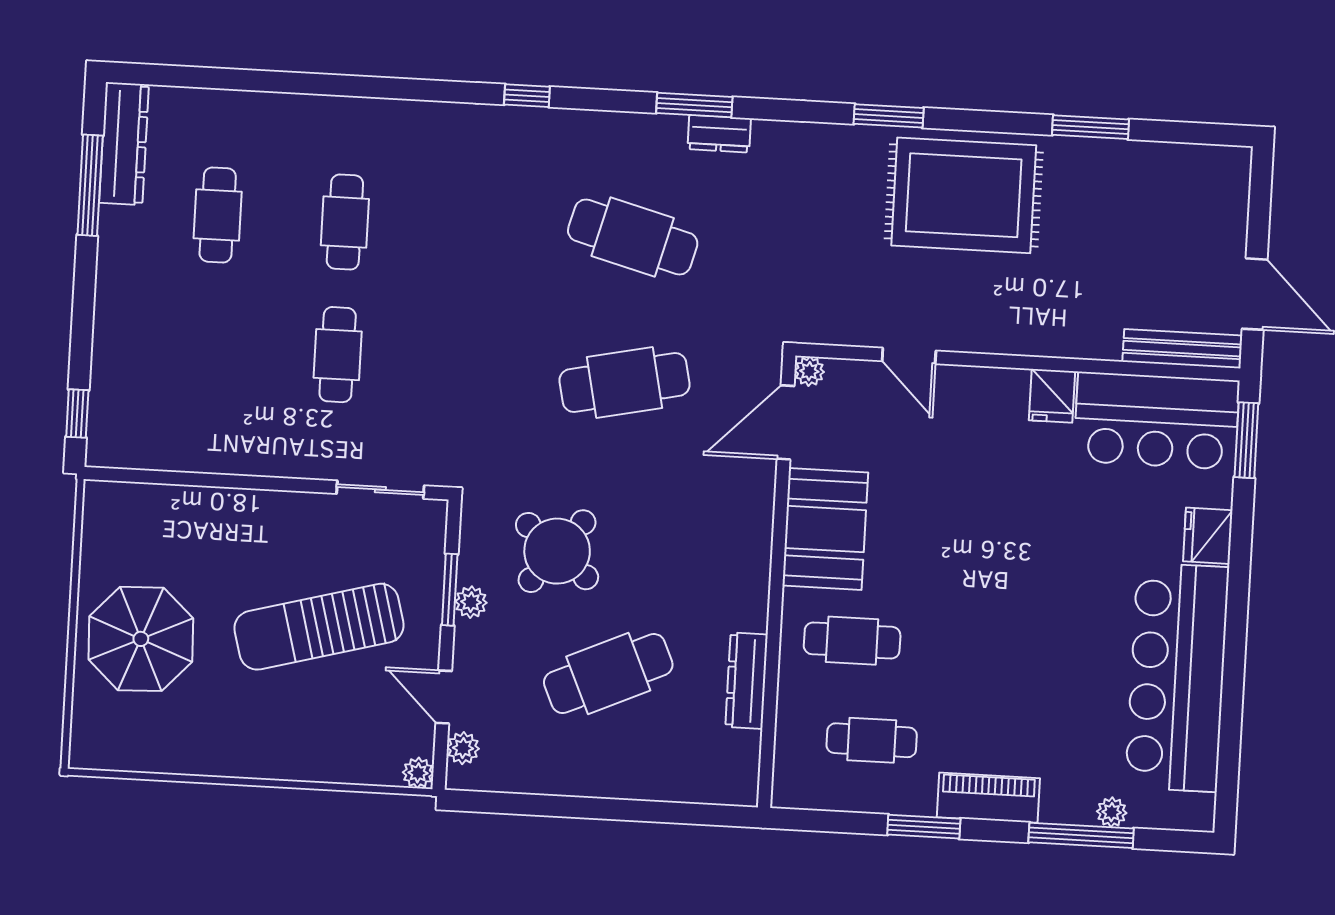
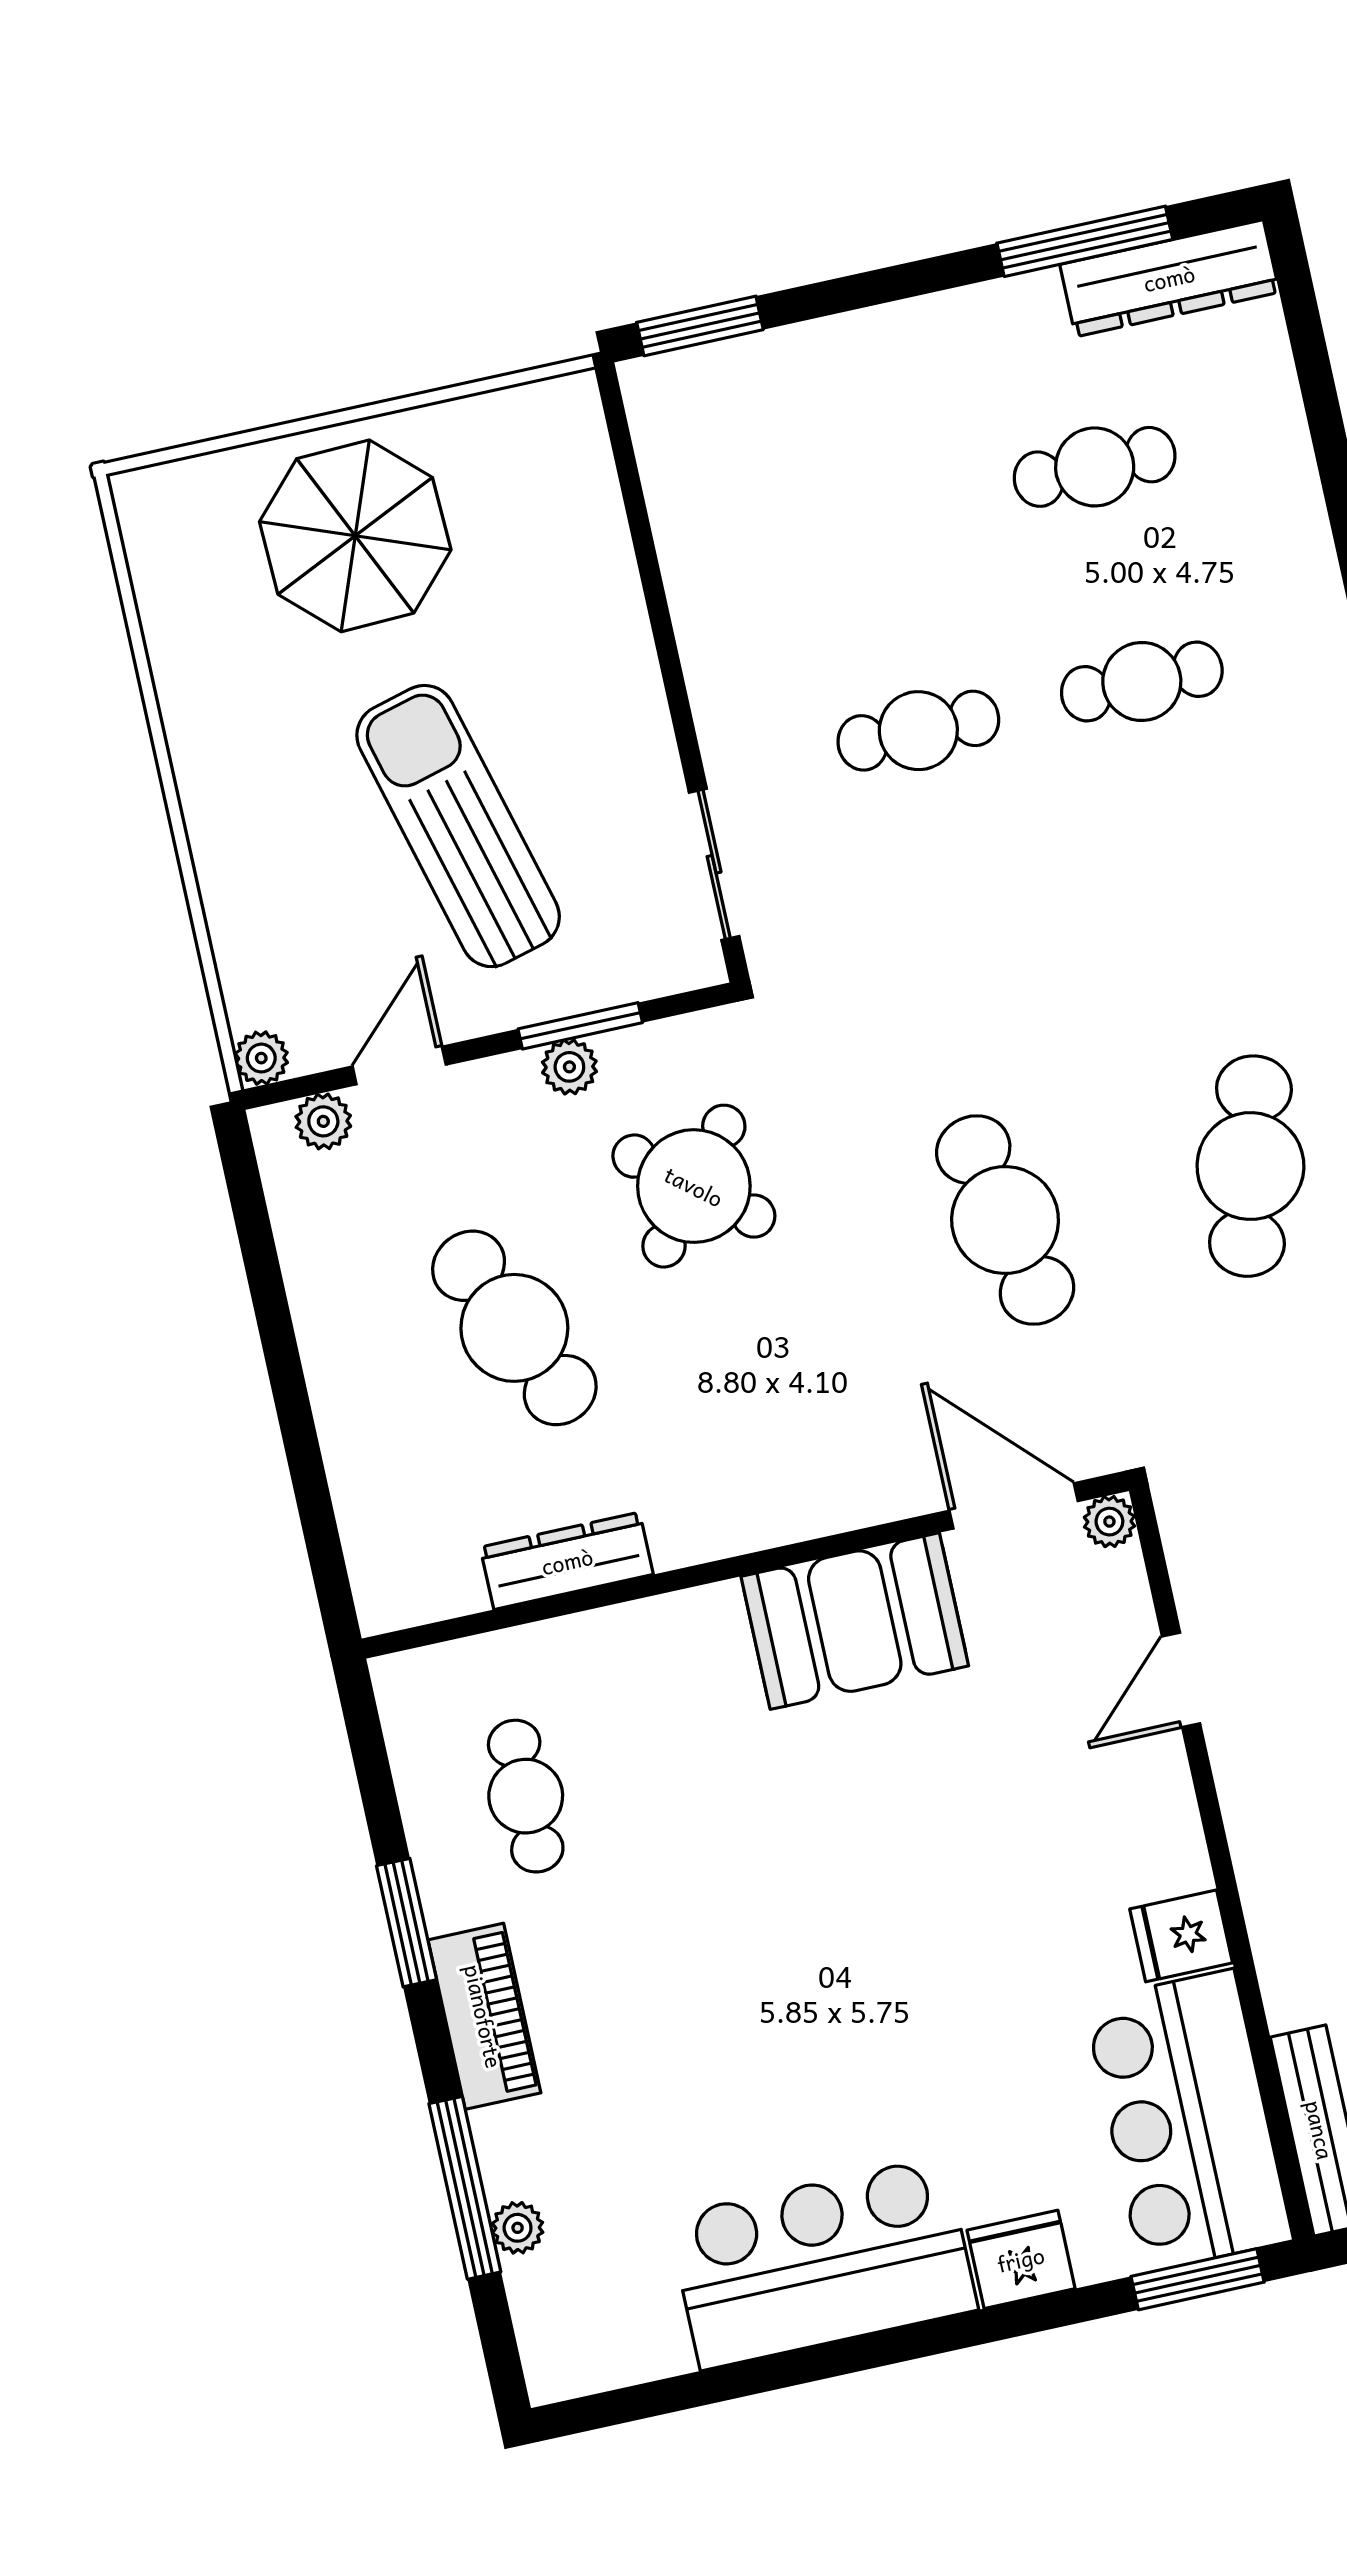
window: (77, 414) -> (700, 326), width x1.50
cafe table: (852, 641) -> (682, 1717), removed
bar counter: (1177, 677) -> (823, 2263), width x0.73

